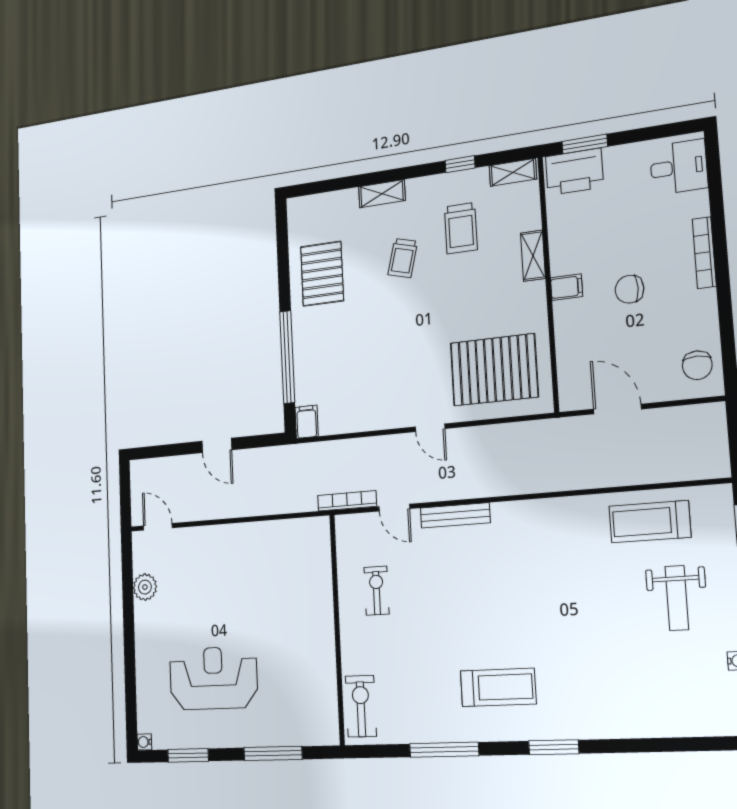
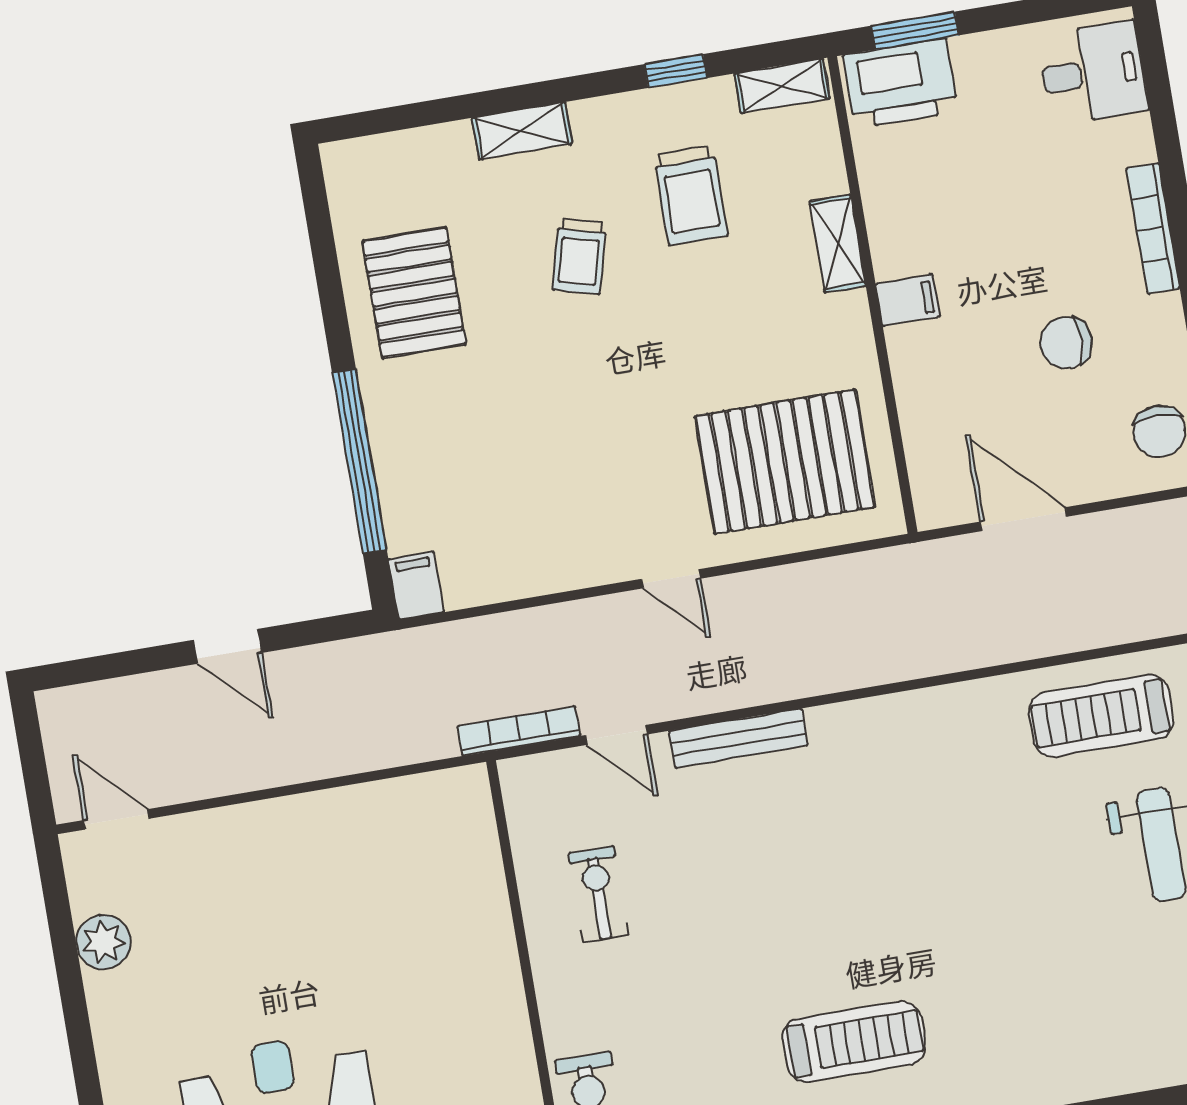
chair: (629, 289) -> (1066, 343), moved

